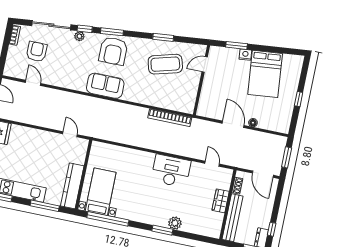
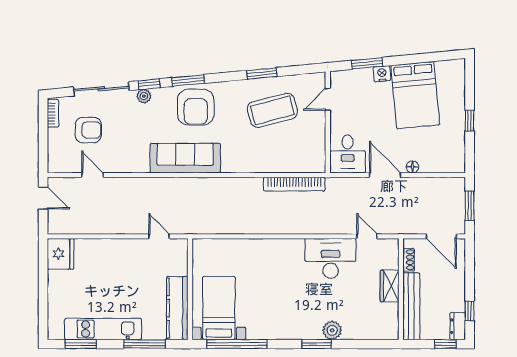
armchair: (37, 52) -> (88, 130), turned 90
sofa: (105, 86) -> (185, 158), width x1.36
desk: (210, 105) -> (348, 154), added
desk: (171, 171) -> (331, 258), moved

